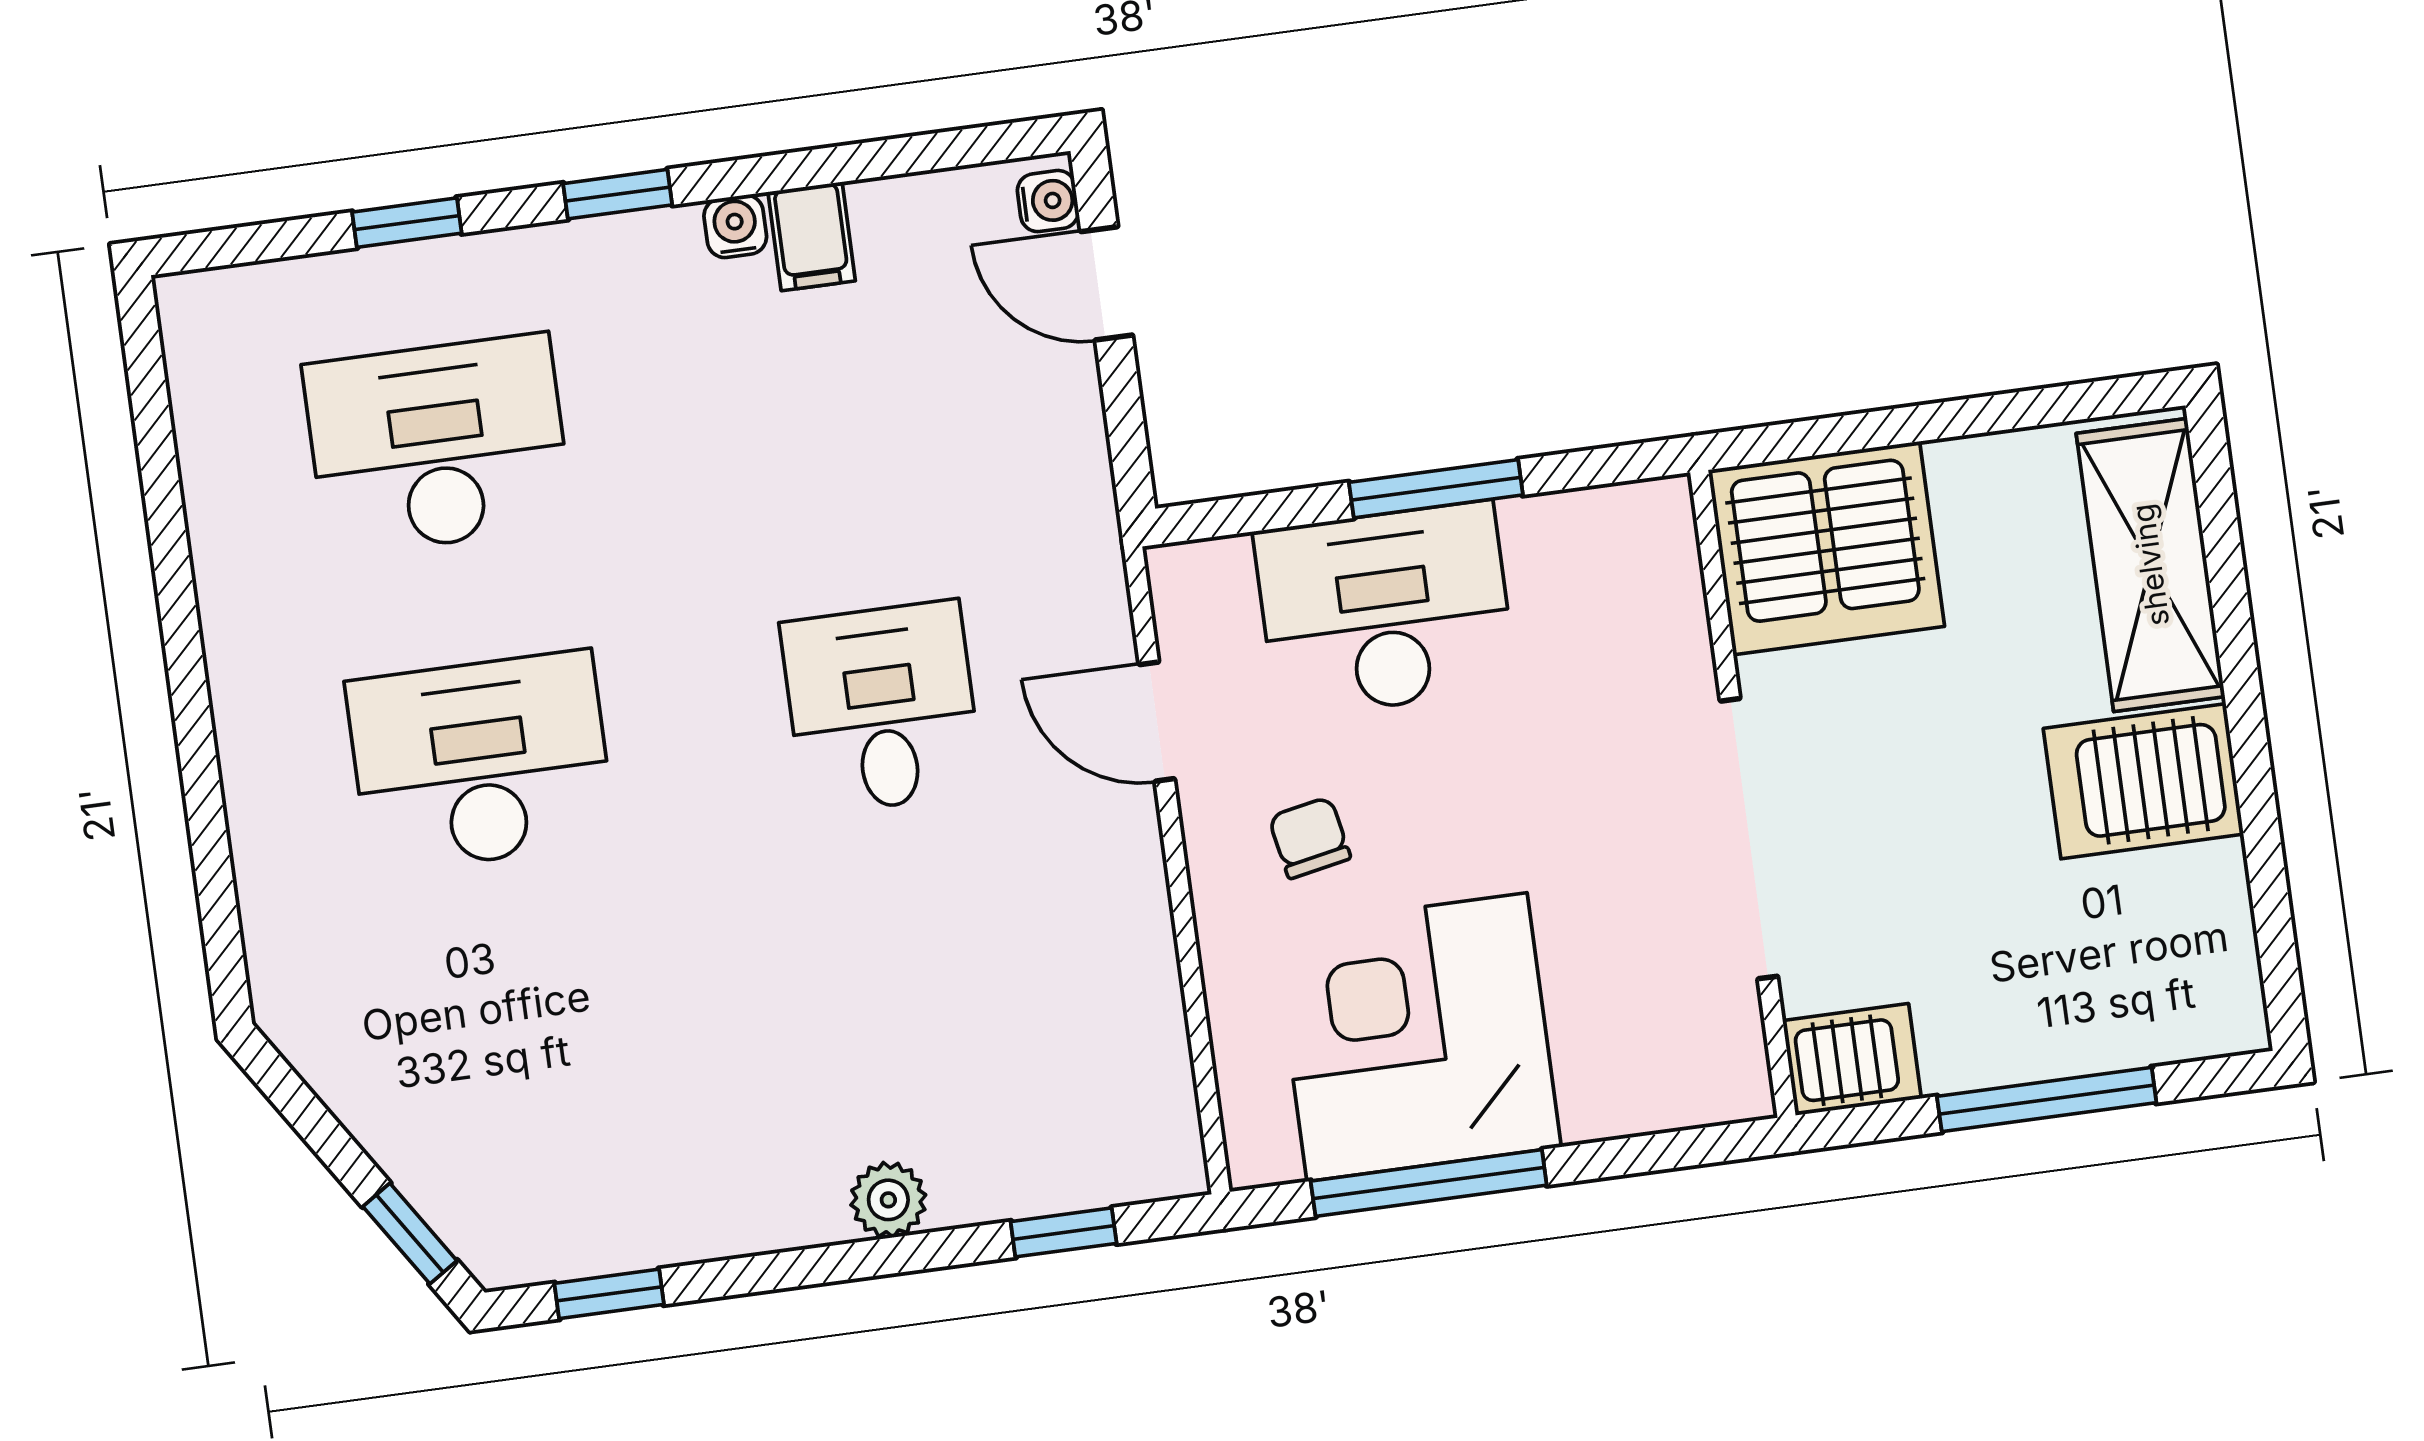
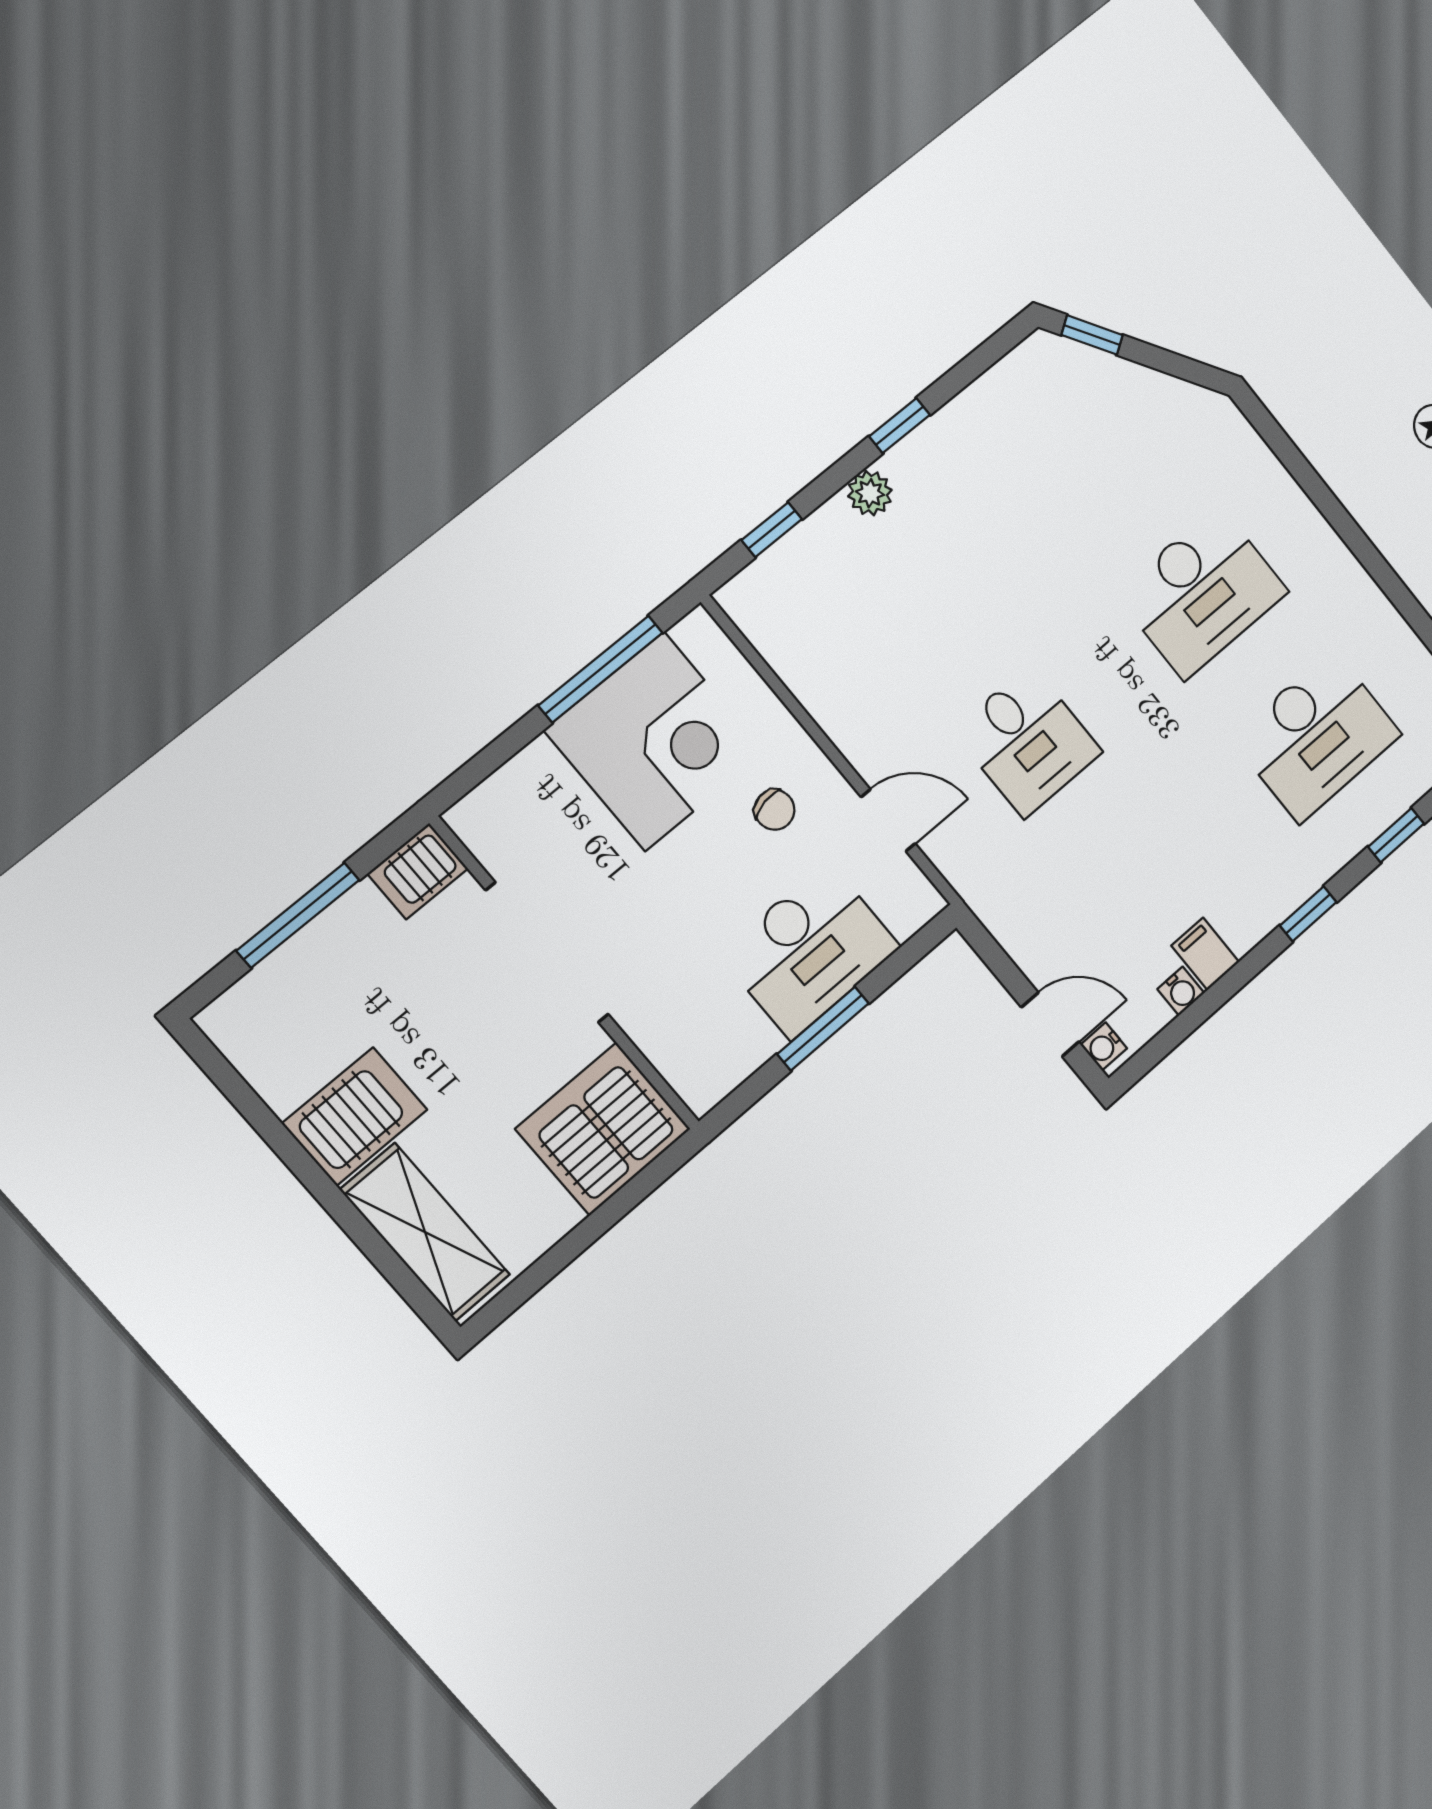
water cooler: (735, 226) -> (1181, 991), moved
window: (609, 1294) -> (900, 426), moved

